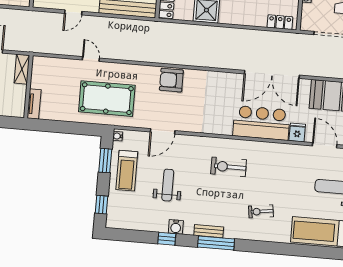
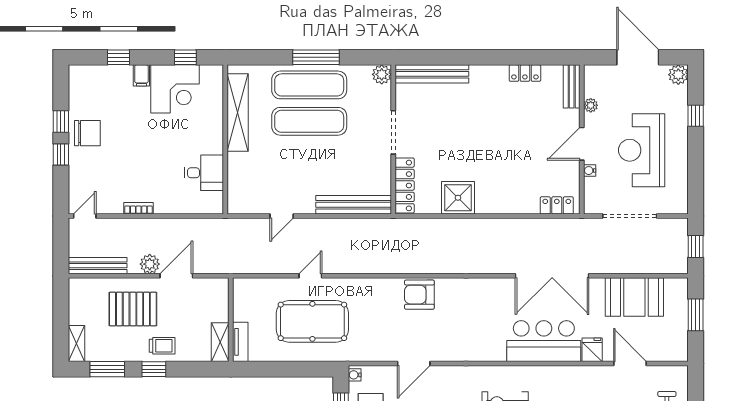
door: (91, 59) -> (310, 276), hinge flipped
shelving: (22, 69) -> (220, 342), moved
pool table: (107, 99) -> (312, 321), moved

